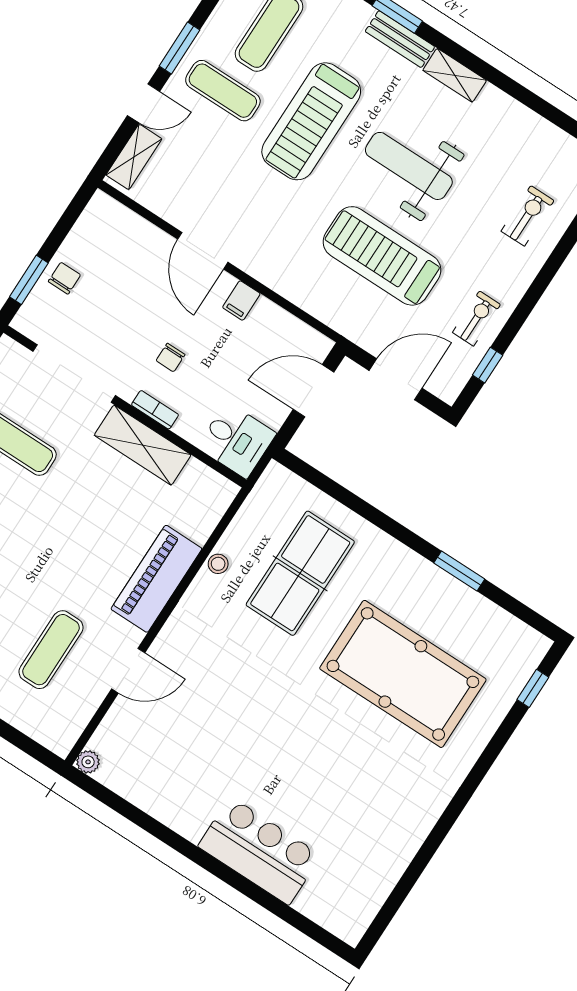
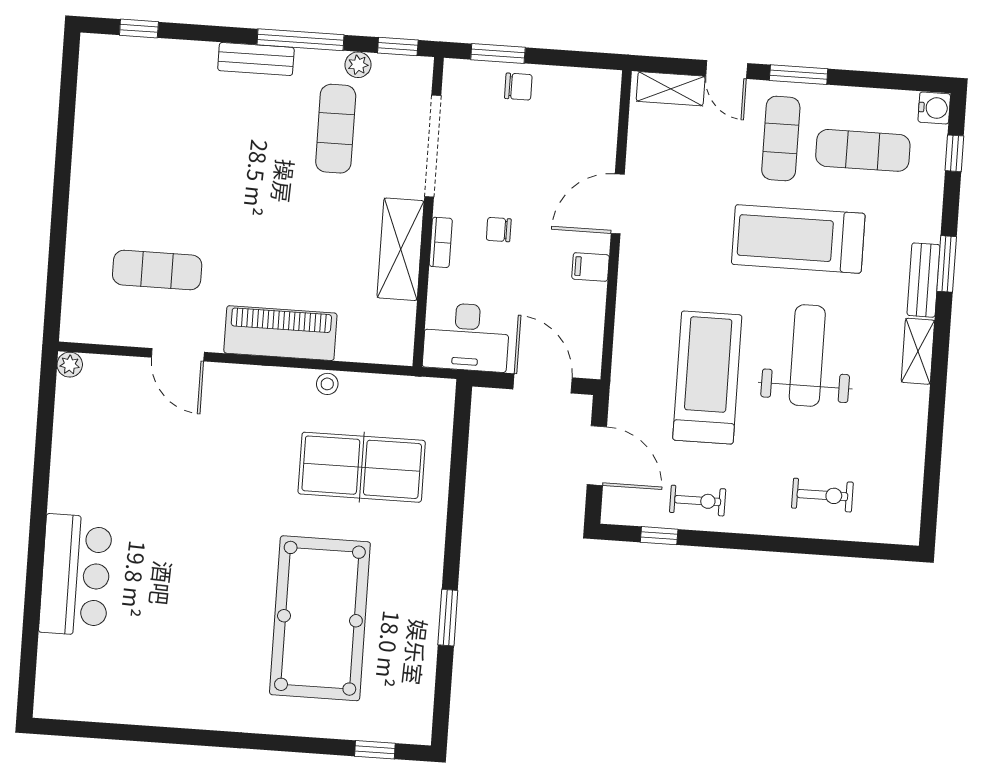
desk: (237, 440) -> (466, 337), width x1.37

